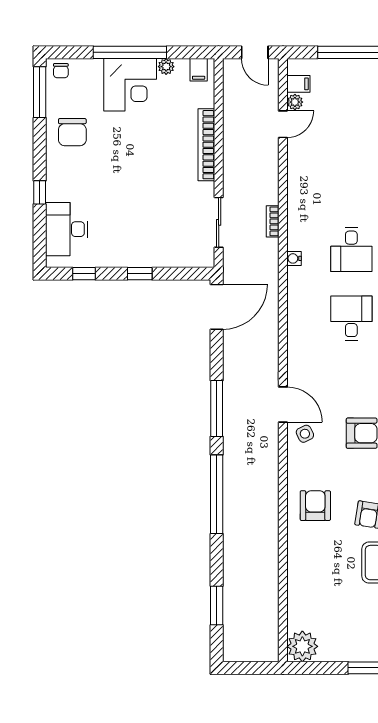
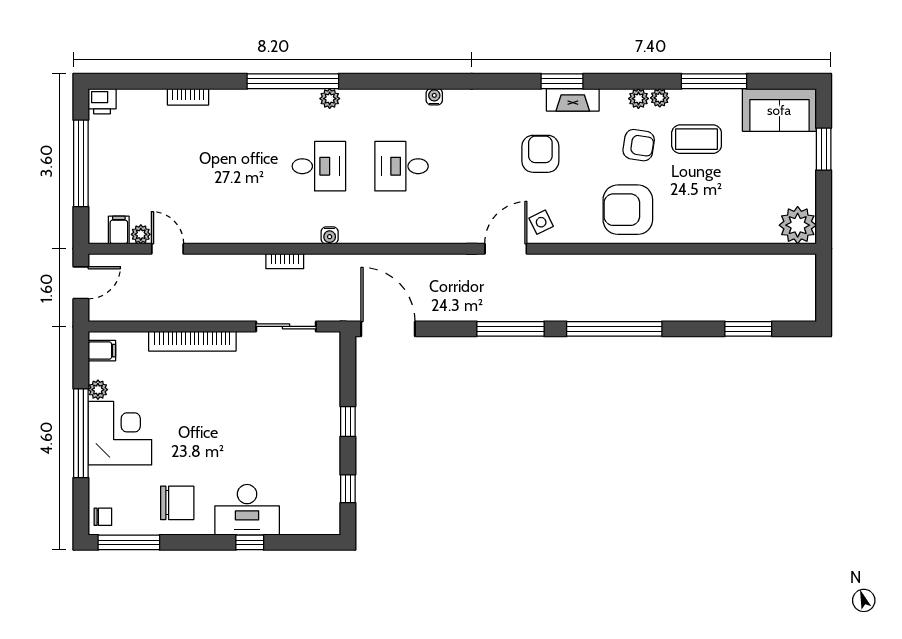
desk: (67, 229) -> (247, 510), moved
armchair: (315, 506) -> (628, 210), width x1.36, depth x1.36

